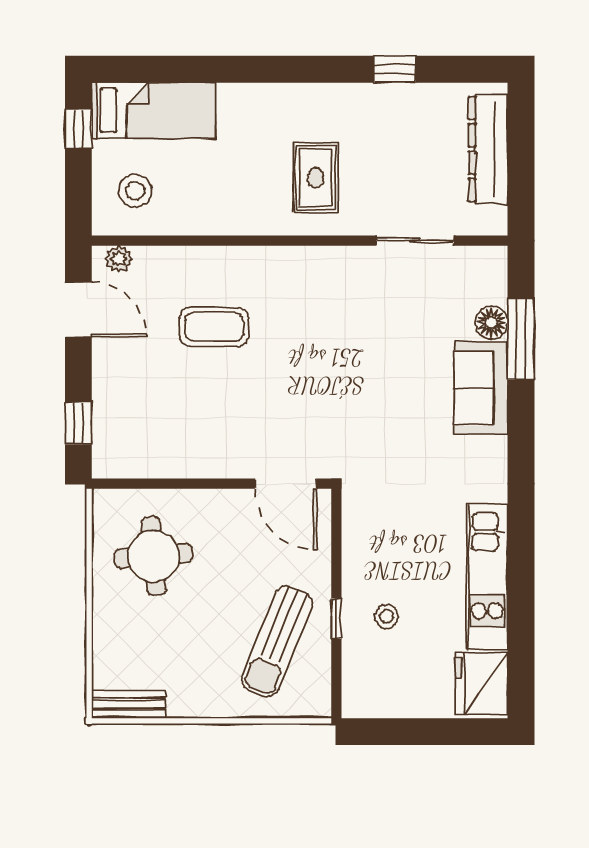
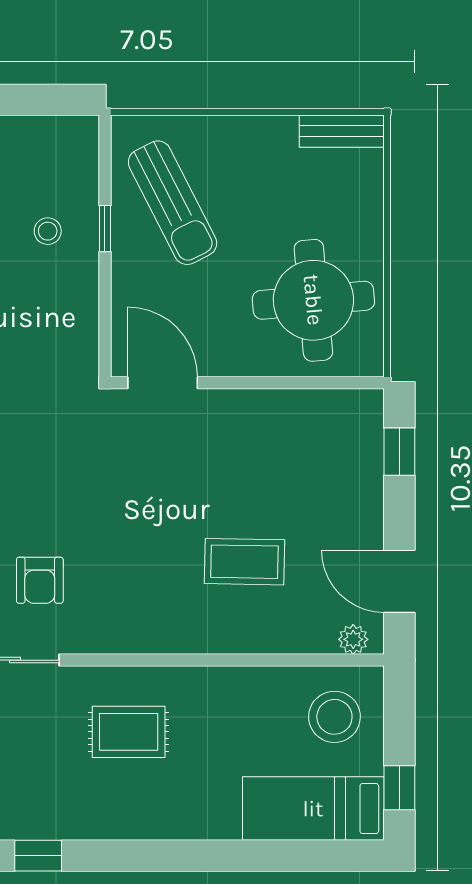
rug: (316, 178) -> (129, 732), turned 90
stool: (135, 191) -> (334, 717), width x1.38, depth x1.38
armchair: (393, 311) -> (40, 580), added
round table: (154, 556) -> (313, 300), width x1.36, depth x1.36
sun lounger: (277, 641) -> (173, 203), turned 131

